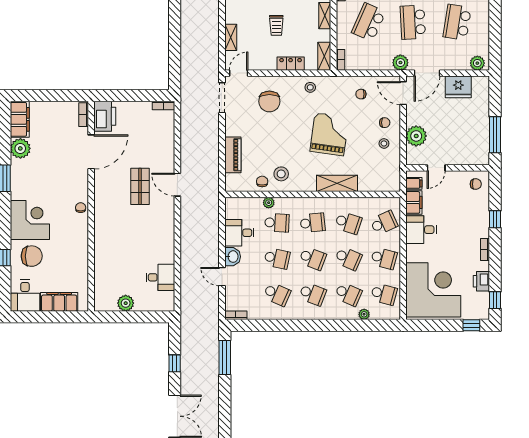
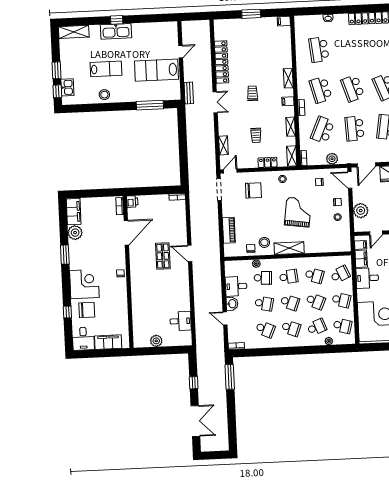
plant: (400, 63) -> (332, 159), moved
chair: (269, 101) -> (253, 190), turned -90
printer: (105, 116) -> (132, 202), width x0.53, depth x0.68
shelving: (337, 183) -> (289, 248), moved
school desk: (348, 294) -> (317, 327), turned -45

